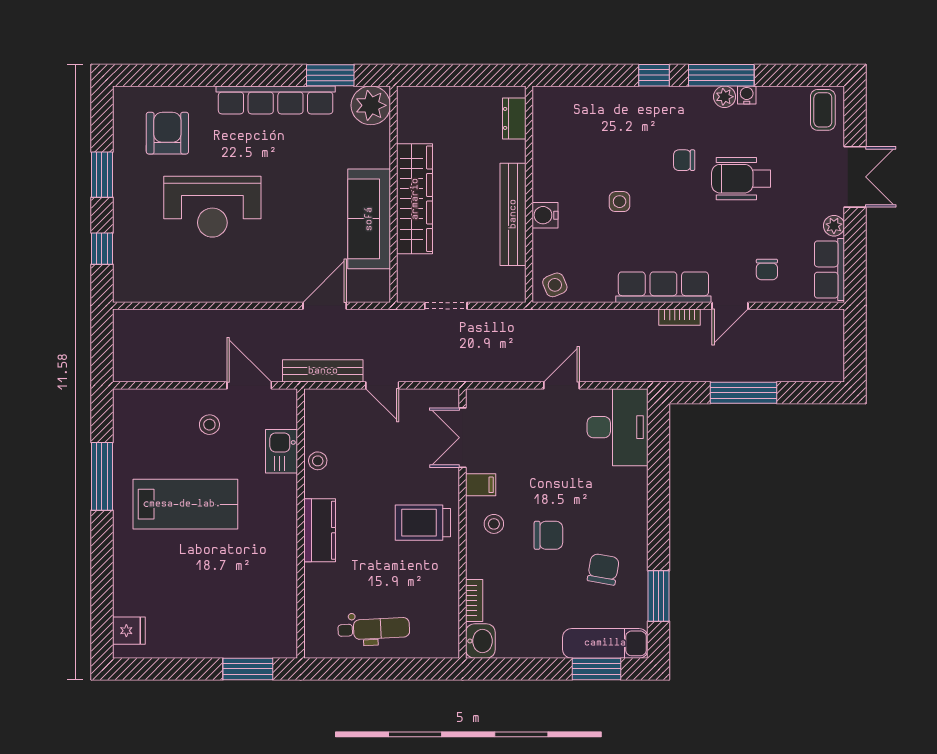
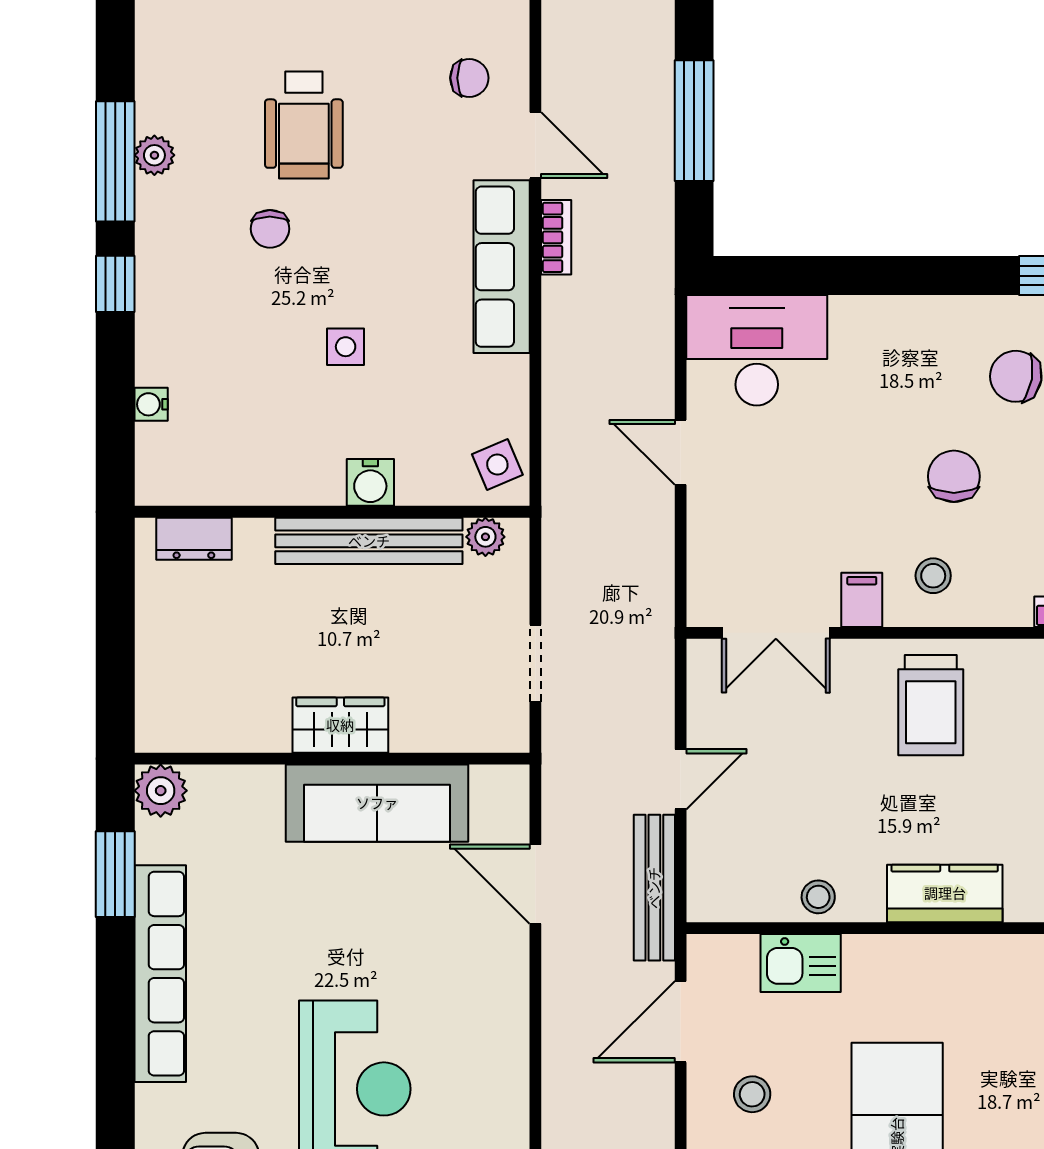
water cooler: (747, 95) -> (151, 404), moved
plant: (371, 105) -> (161, 791), width x0.73, depth x0.73
wardrobe: (415, 199) -> (340, 725), width x0.48, depth x0.85
plant: (515, 278) -> (485, 537), added

